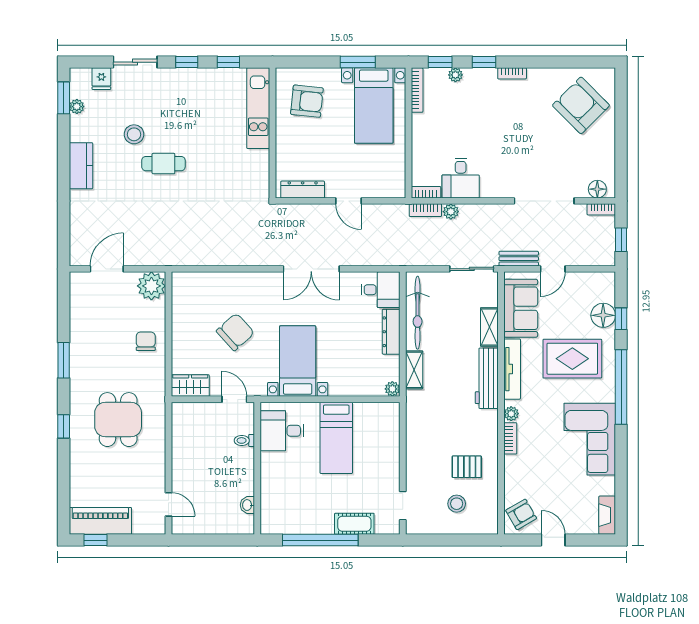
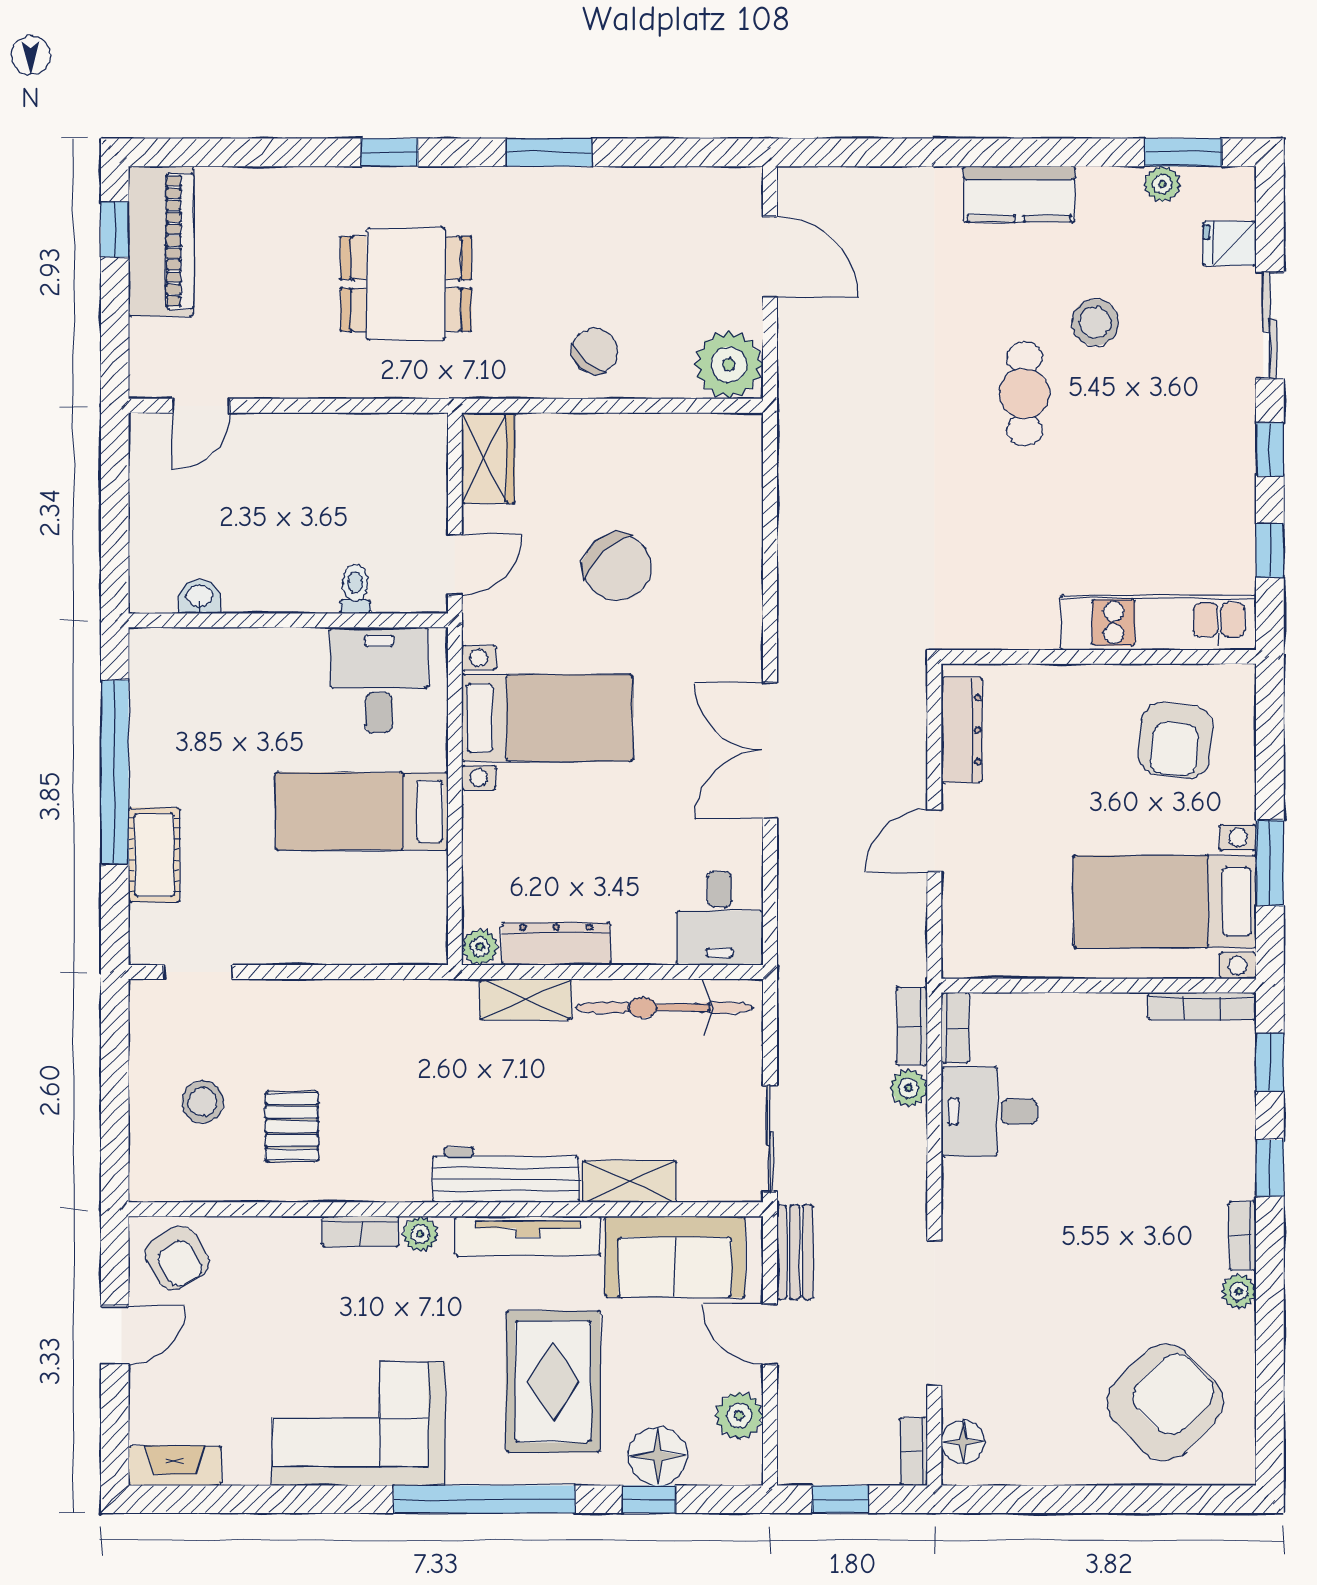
plant: (455, 75) -> (1239, 1291), moved
plant: (586, 282) -> (739, 1415), added
dresser: (391, 332) -> (556, 944), moved
chair: (146, 341) -> (595, 351), turned -50

